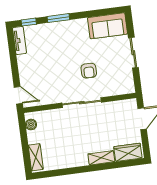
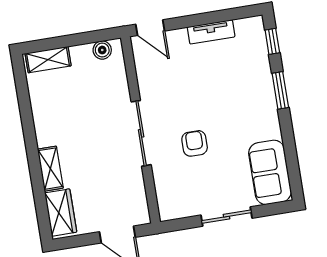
tv unit: (20, 40) -> (211, 32), moved
armchair: (89, 71) -> (195, 143), turned 90
door: (18, 95) -> (150, 28), hinge flipped

